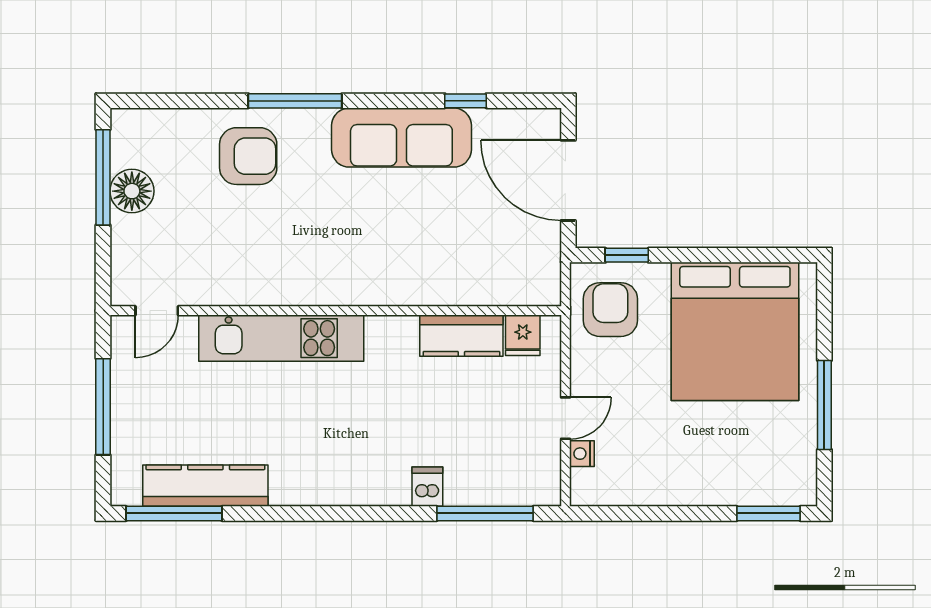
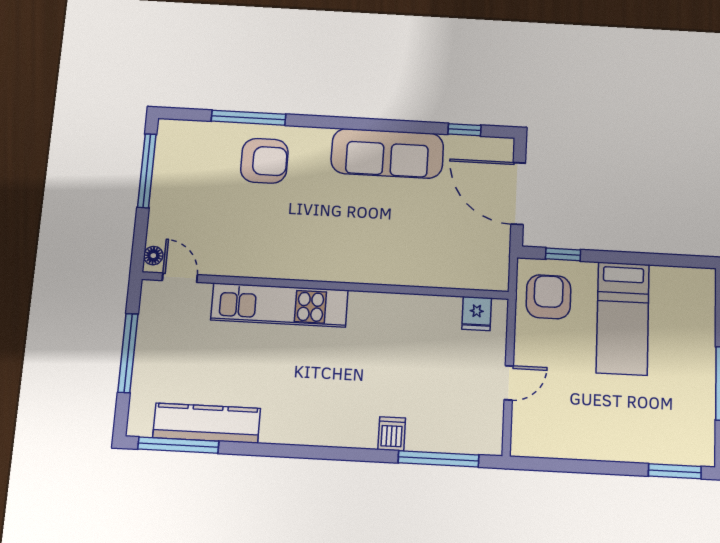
window: (295, 101) -> (248, 118), moved
window: (465, 101) -> (464, 130), moved
floor lamp: (132, 191) -> (153, 256), moved, width x0.53, depth x0.53
door: (157, 311) -> (180, 278), swing flipped
bed: (735, 331) -> (623, 318), width x0.49
kitchen counter: (461, 336) -> (427, 311), removed
nightstand: (582, 454) -> (521, 413), removed

